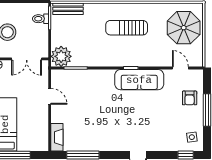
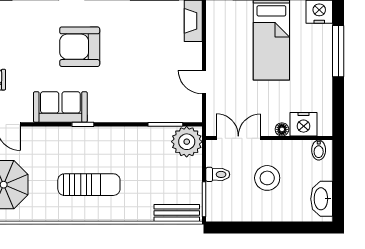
toilet: (40, 19) -> (218, 174), moved
sofa: (139, 80) -> (60, 107), width x0.73
armchair: (133, 120) -> (80, 47), added

